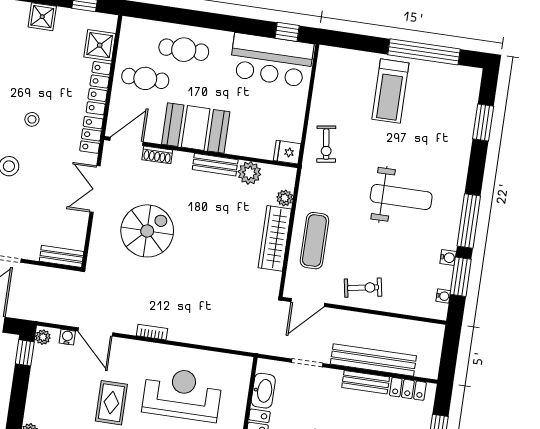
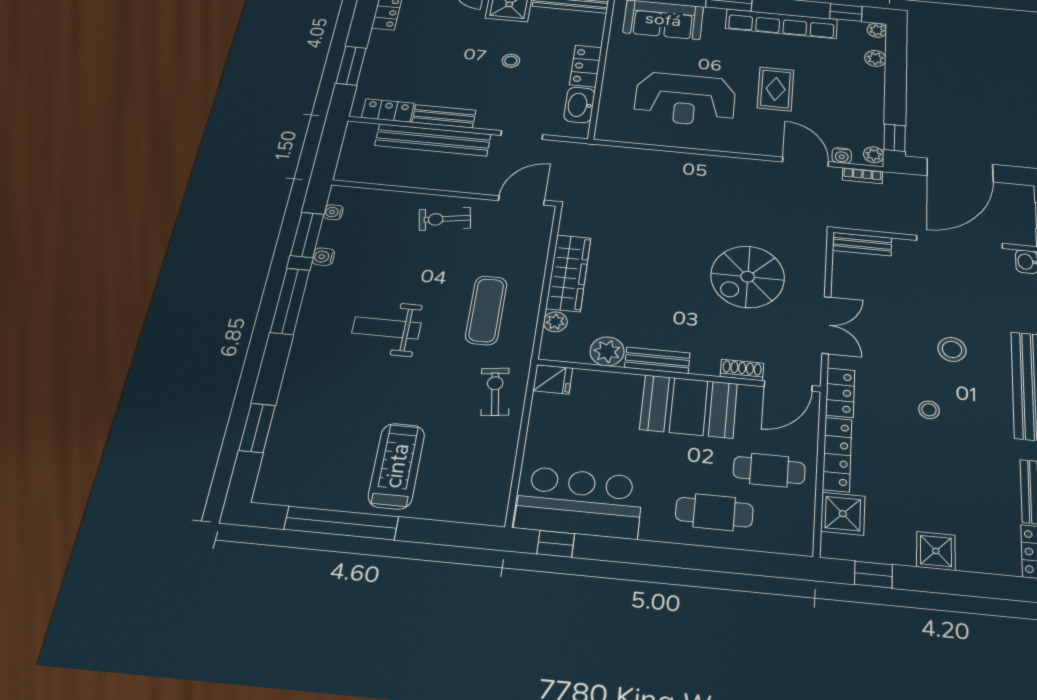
weight bench: (401, 197) -> (387, 328), width x0.73, depth x0.75
exercise mat: (314, 241) -> (486, 310), moved
bookcase: (152, 332) -> (862, 176), moved

